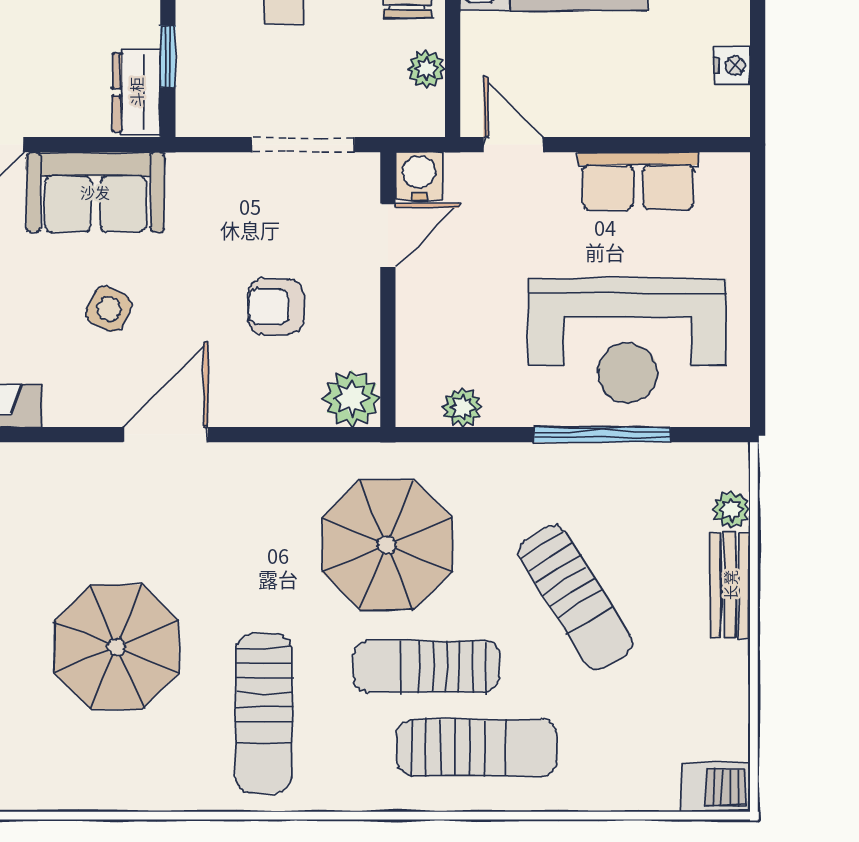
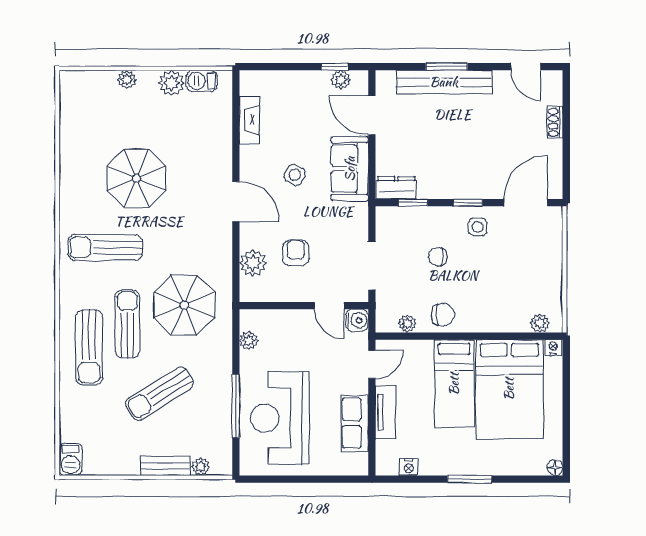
tv unit: (615, 116) -> (385, 412), added
plant: (352, 398) -> (253, 263), moved

